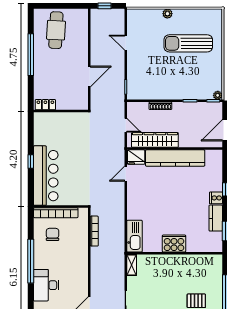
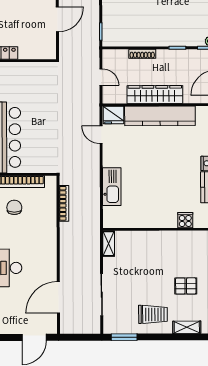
wardrobe: (155, 140) -> (155, 94), moved
door: (126, 174) -> (101, 135), hinge flipped
kitchen sink: (134, 236) -> (112, 187), moved
cooker: (174, 244) -> (185, 220), moved, width x0.53, depth x0.76

